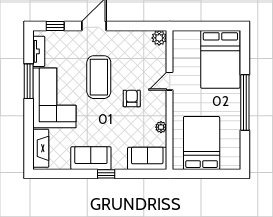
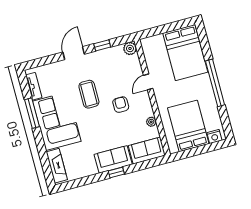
window: (55, 26) -> (102, 45), moved
coffee table: (99, 77) -> (89, 94), width x0.73, depth x0.76
sofa: (91, 158) -> (113, 159), moved
nightstand: (228, 163) -> (214, 136), added

